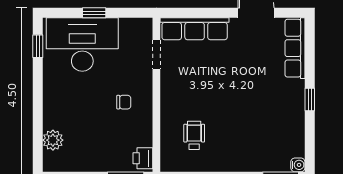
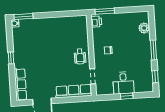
desk: (82, 44) -> (123, 83), width x0.53, depth x0.77
window: (38, 97) -> (153, 50), added
wheelchair: (194, 135) -> (80, 57), moved

